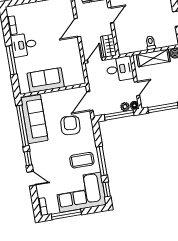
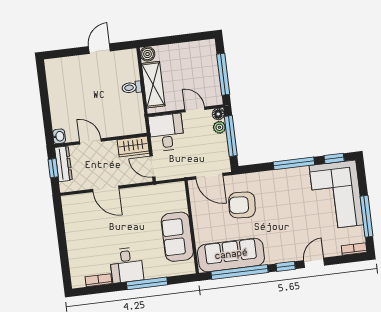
coffee table: (82, 160) -> (292, 191), removed

